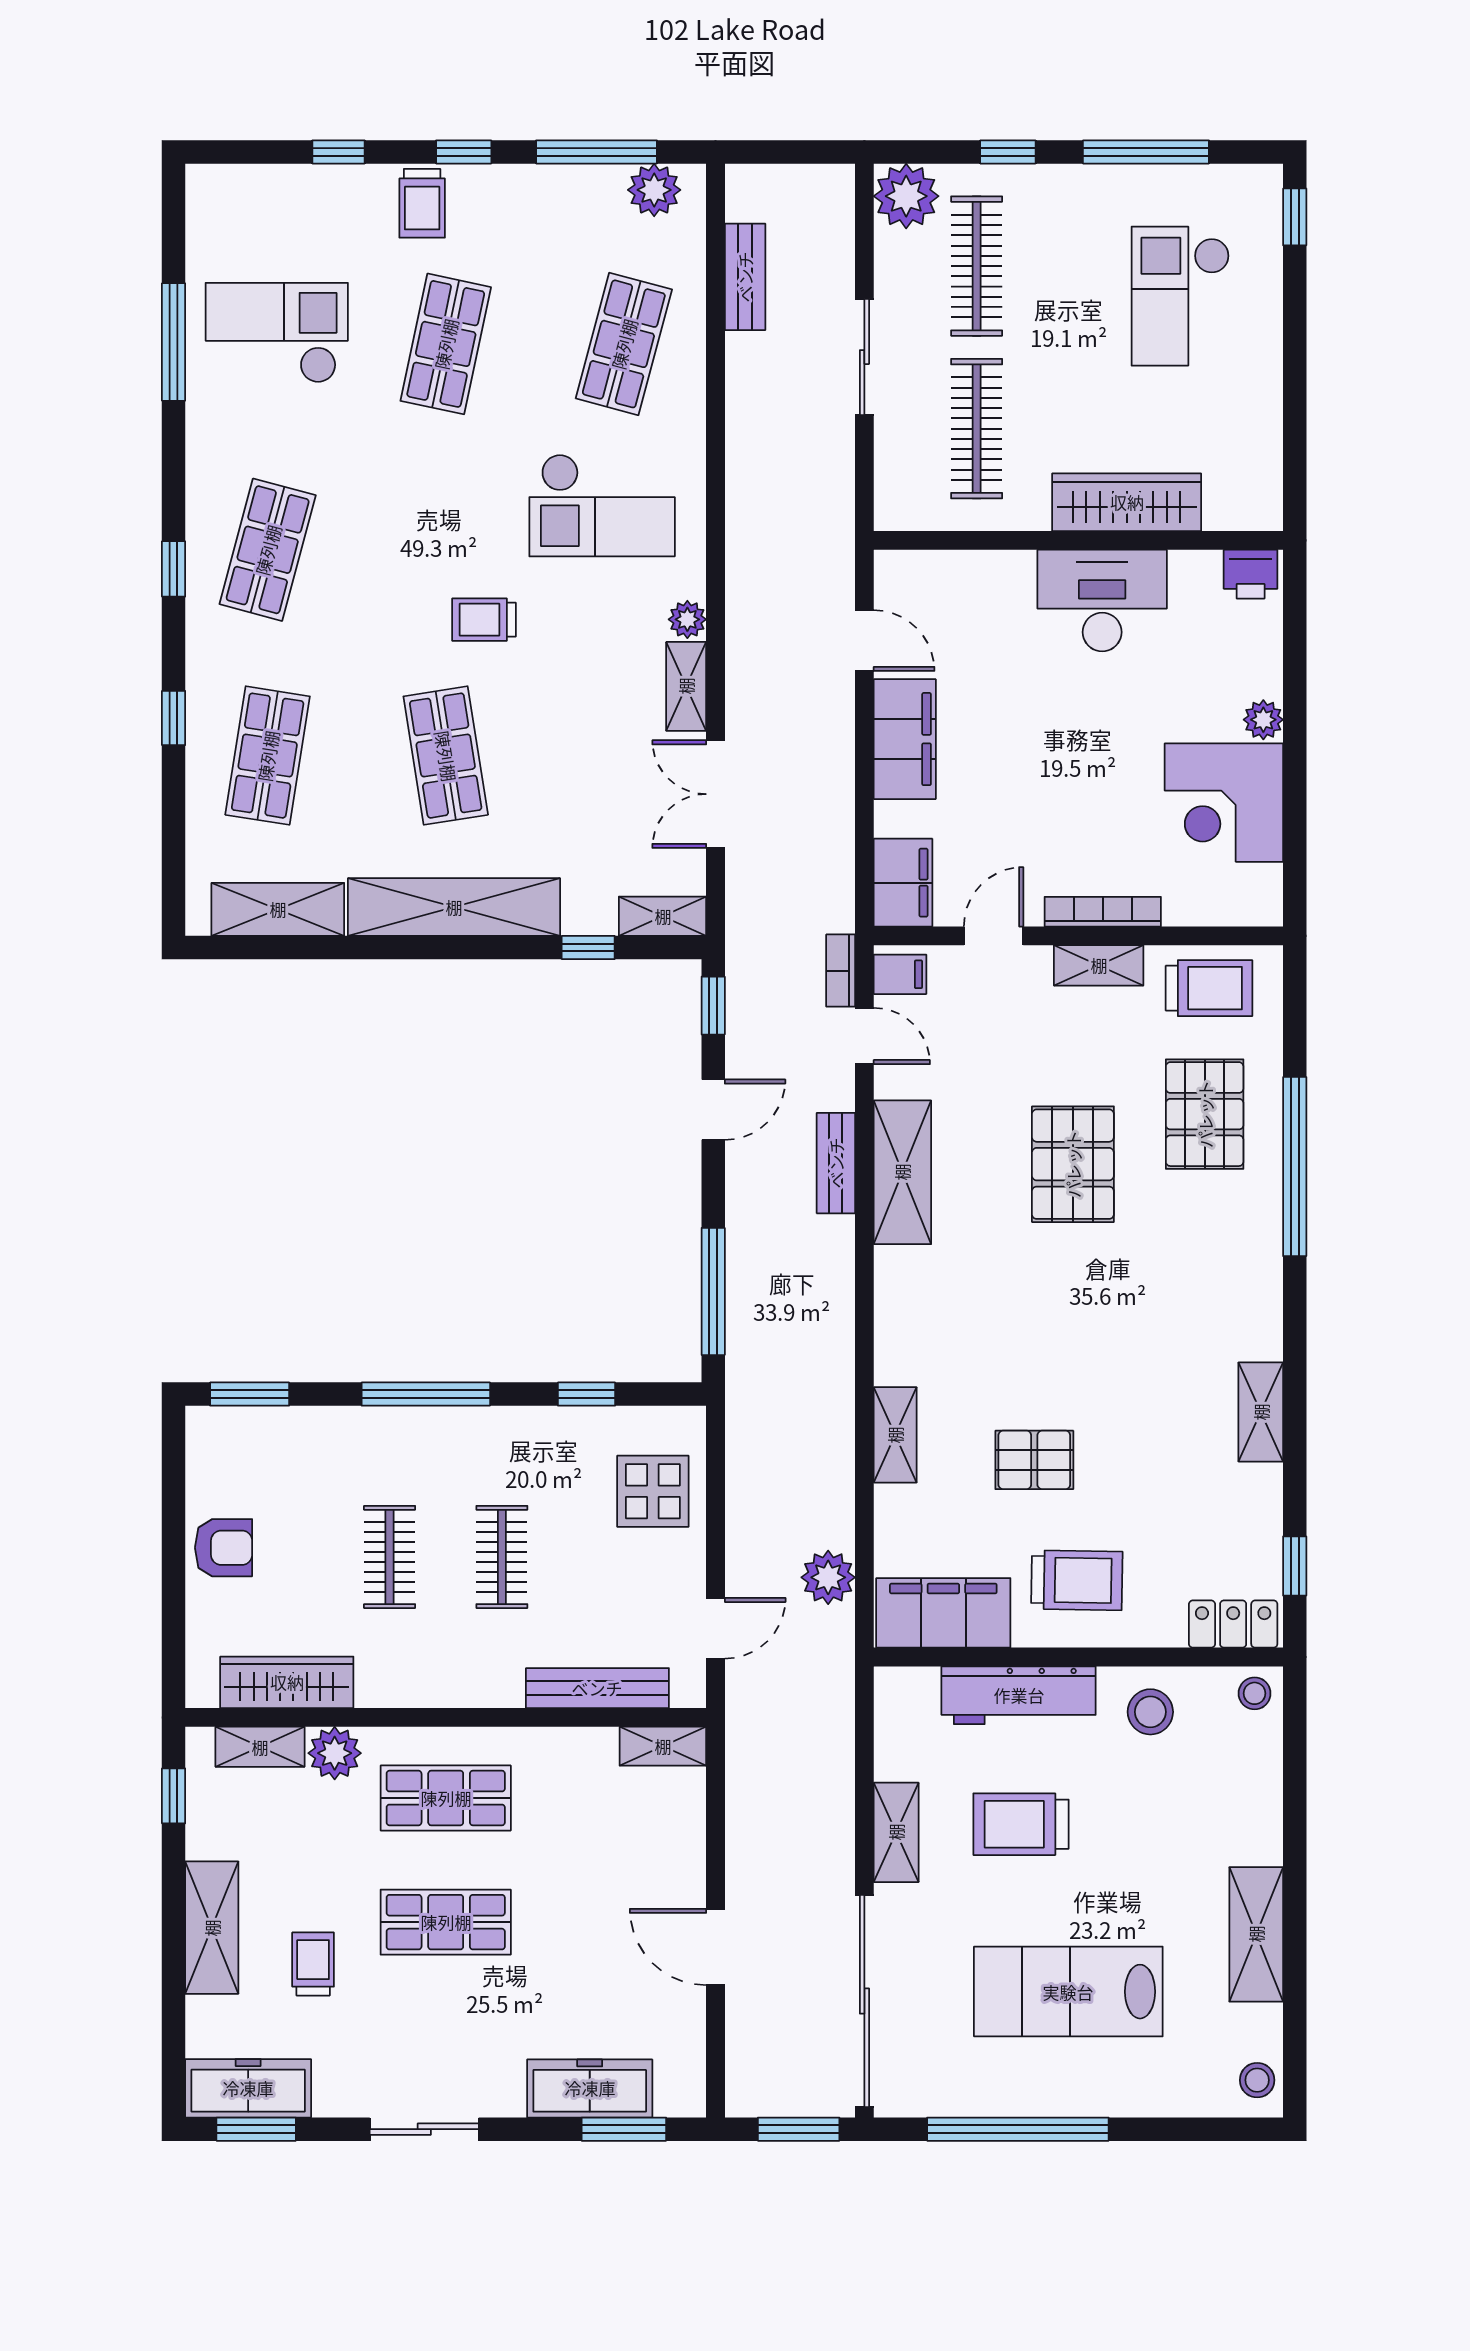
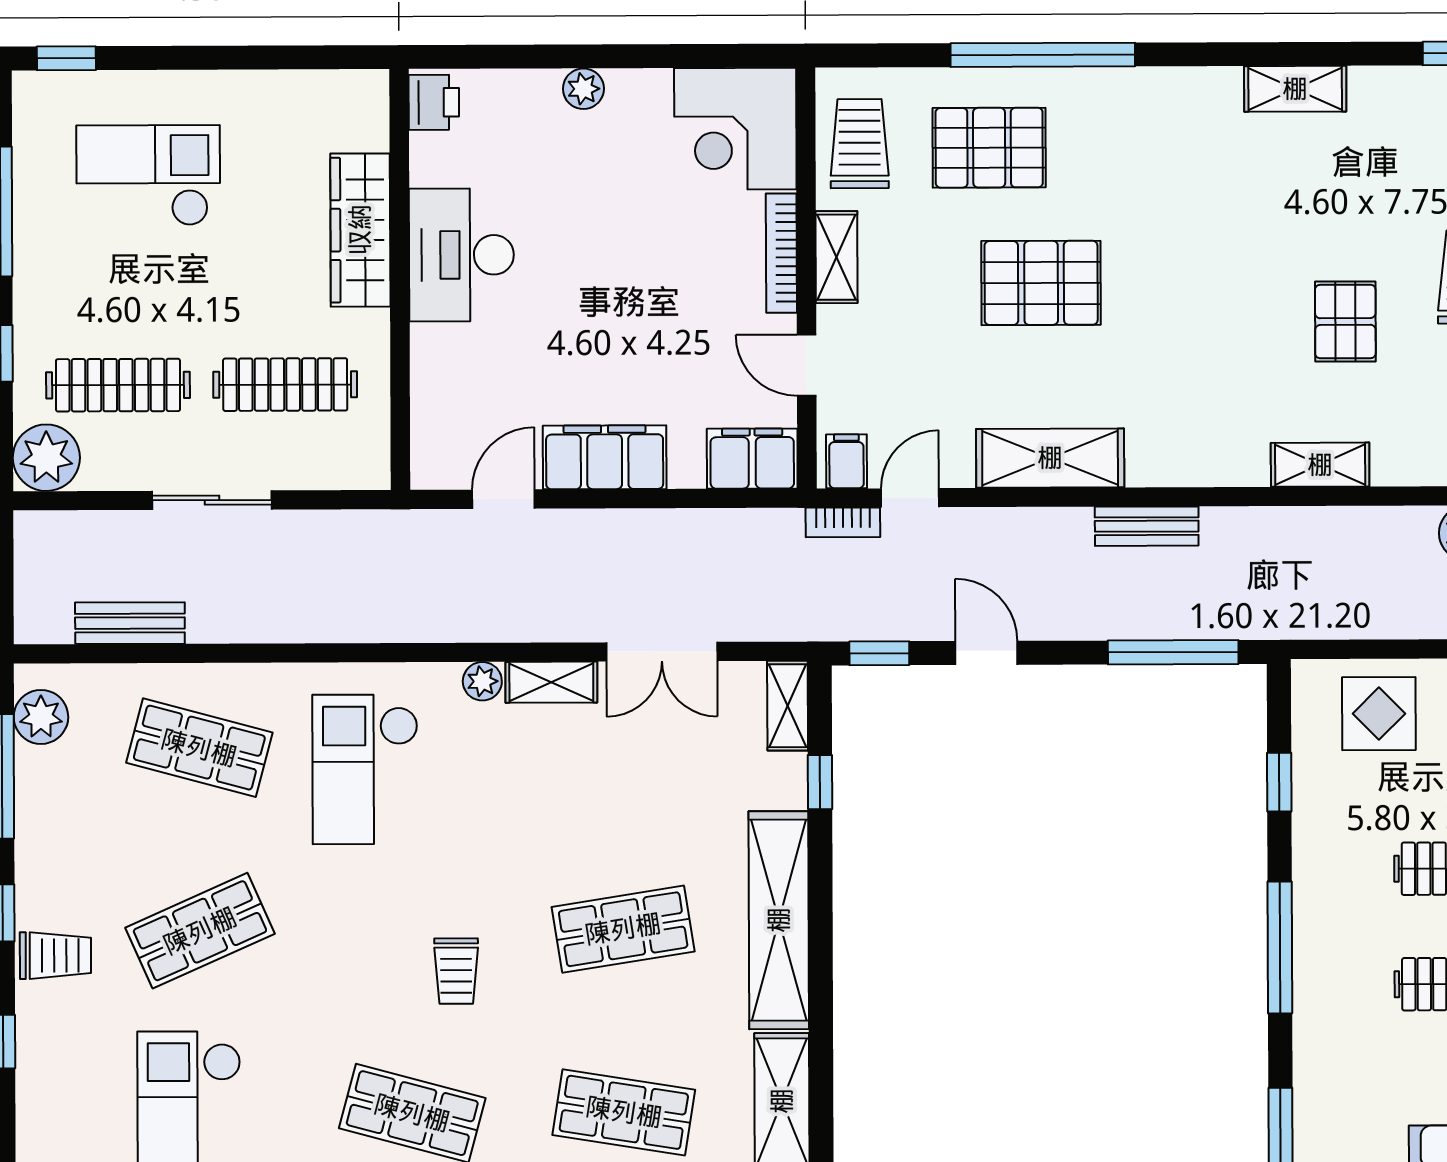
checkout: (1180, 296) -> (148, 175), turned 180
shop shelf: (446, 344) -> (200, 931), turned -36
checkout: (602, 505) -> (365, 769), turned 180
trolley: (484, 620) -> (456, 971), moved
corner desk: (1224, 803) -> (735, 129), moved, turned 90
bench: (836, 1163) -> (1147, 526), moved

